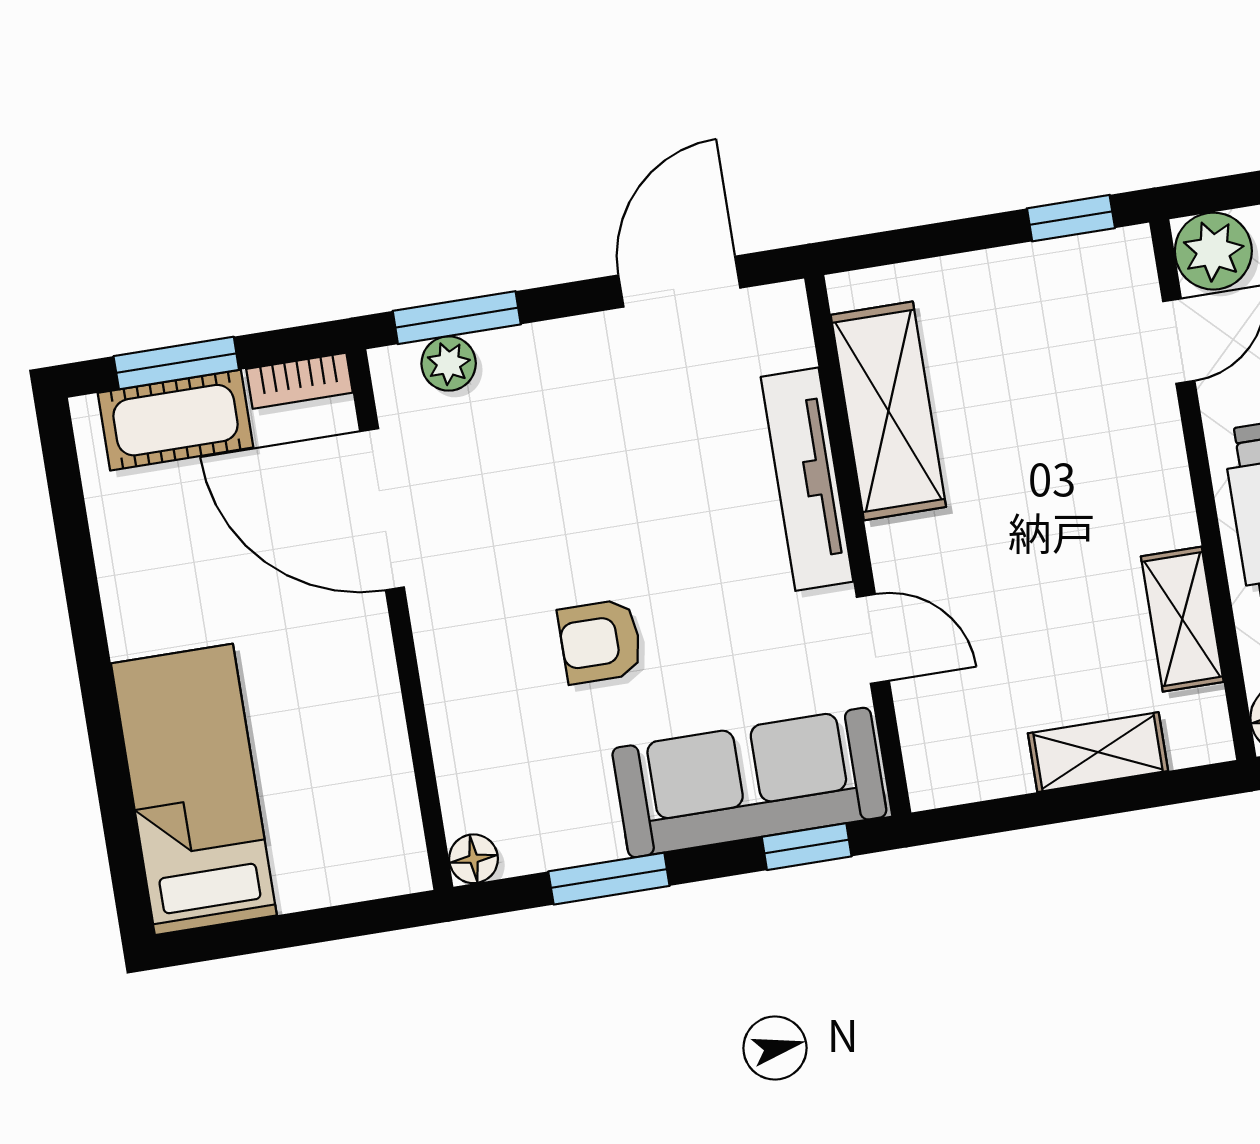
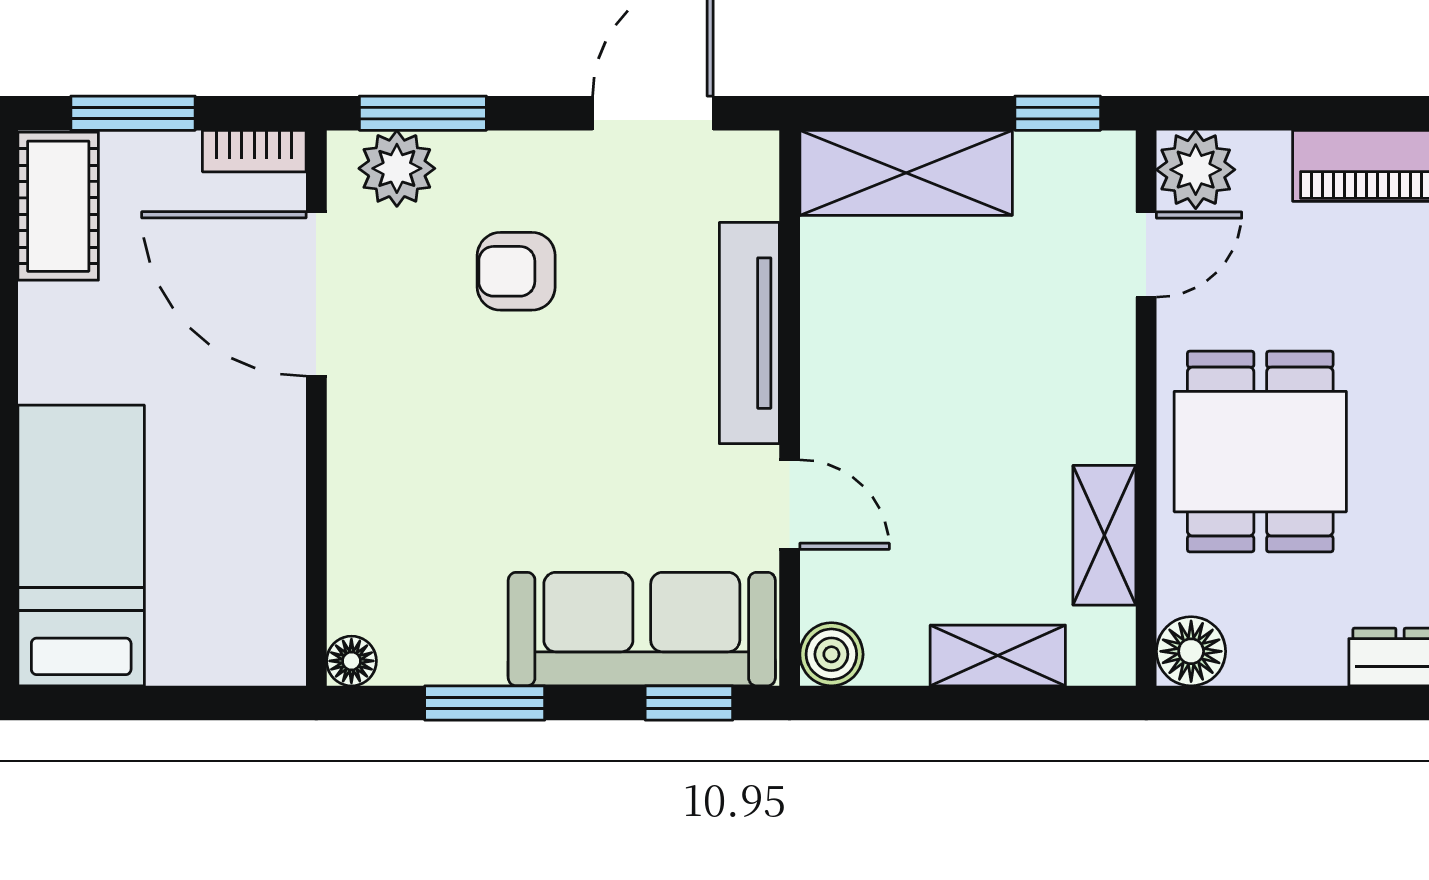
plant: (449, 363) -> (397, 168), width x1.38, depth x1.38
shelving: (888, 411) -> (906, 173), moved, turned 90
cot: (176, 420) -> (58, 206), moved, turned 90
armchair: (600, 641) -> (516, 271), moved
boiler: (937, 777) -> (831, 654), added

